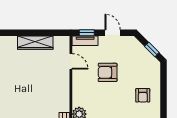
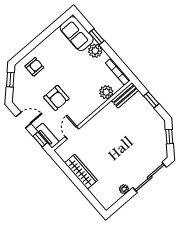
door: (113, 33) -> (23, 120), swing flipped
armchair: (143, 95) -> (34, 67), moved

